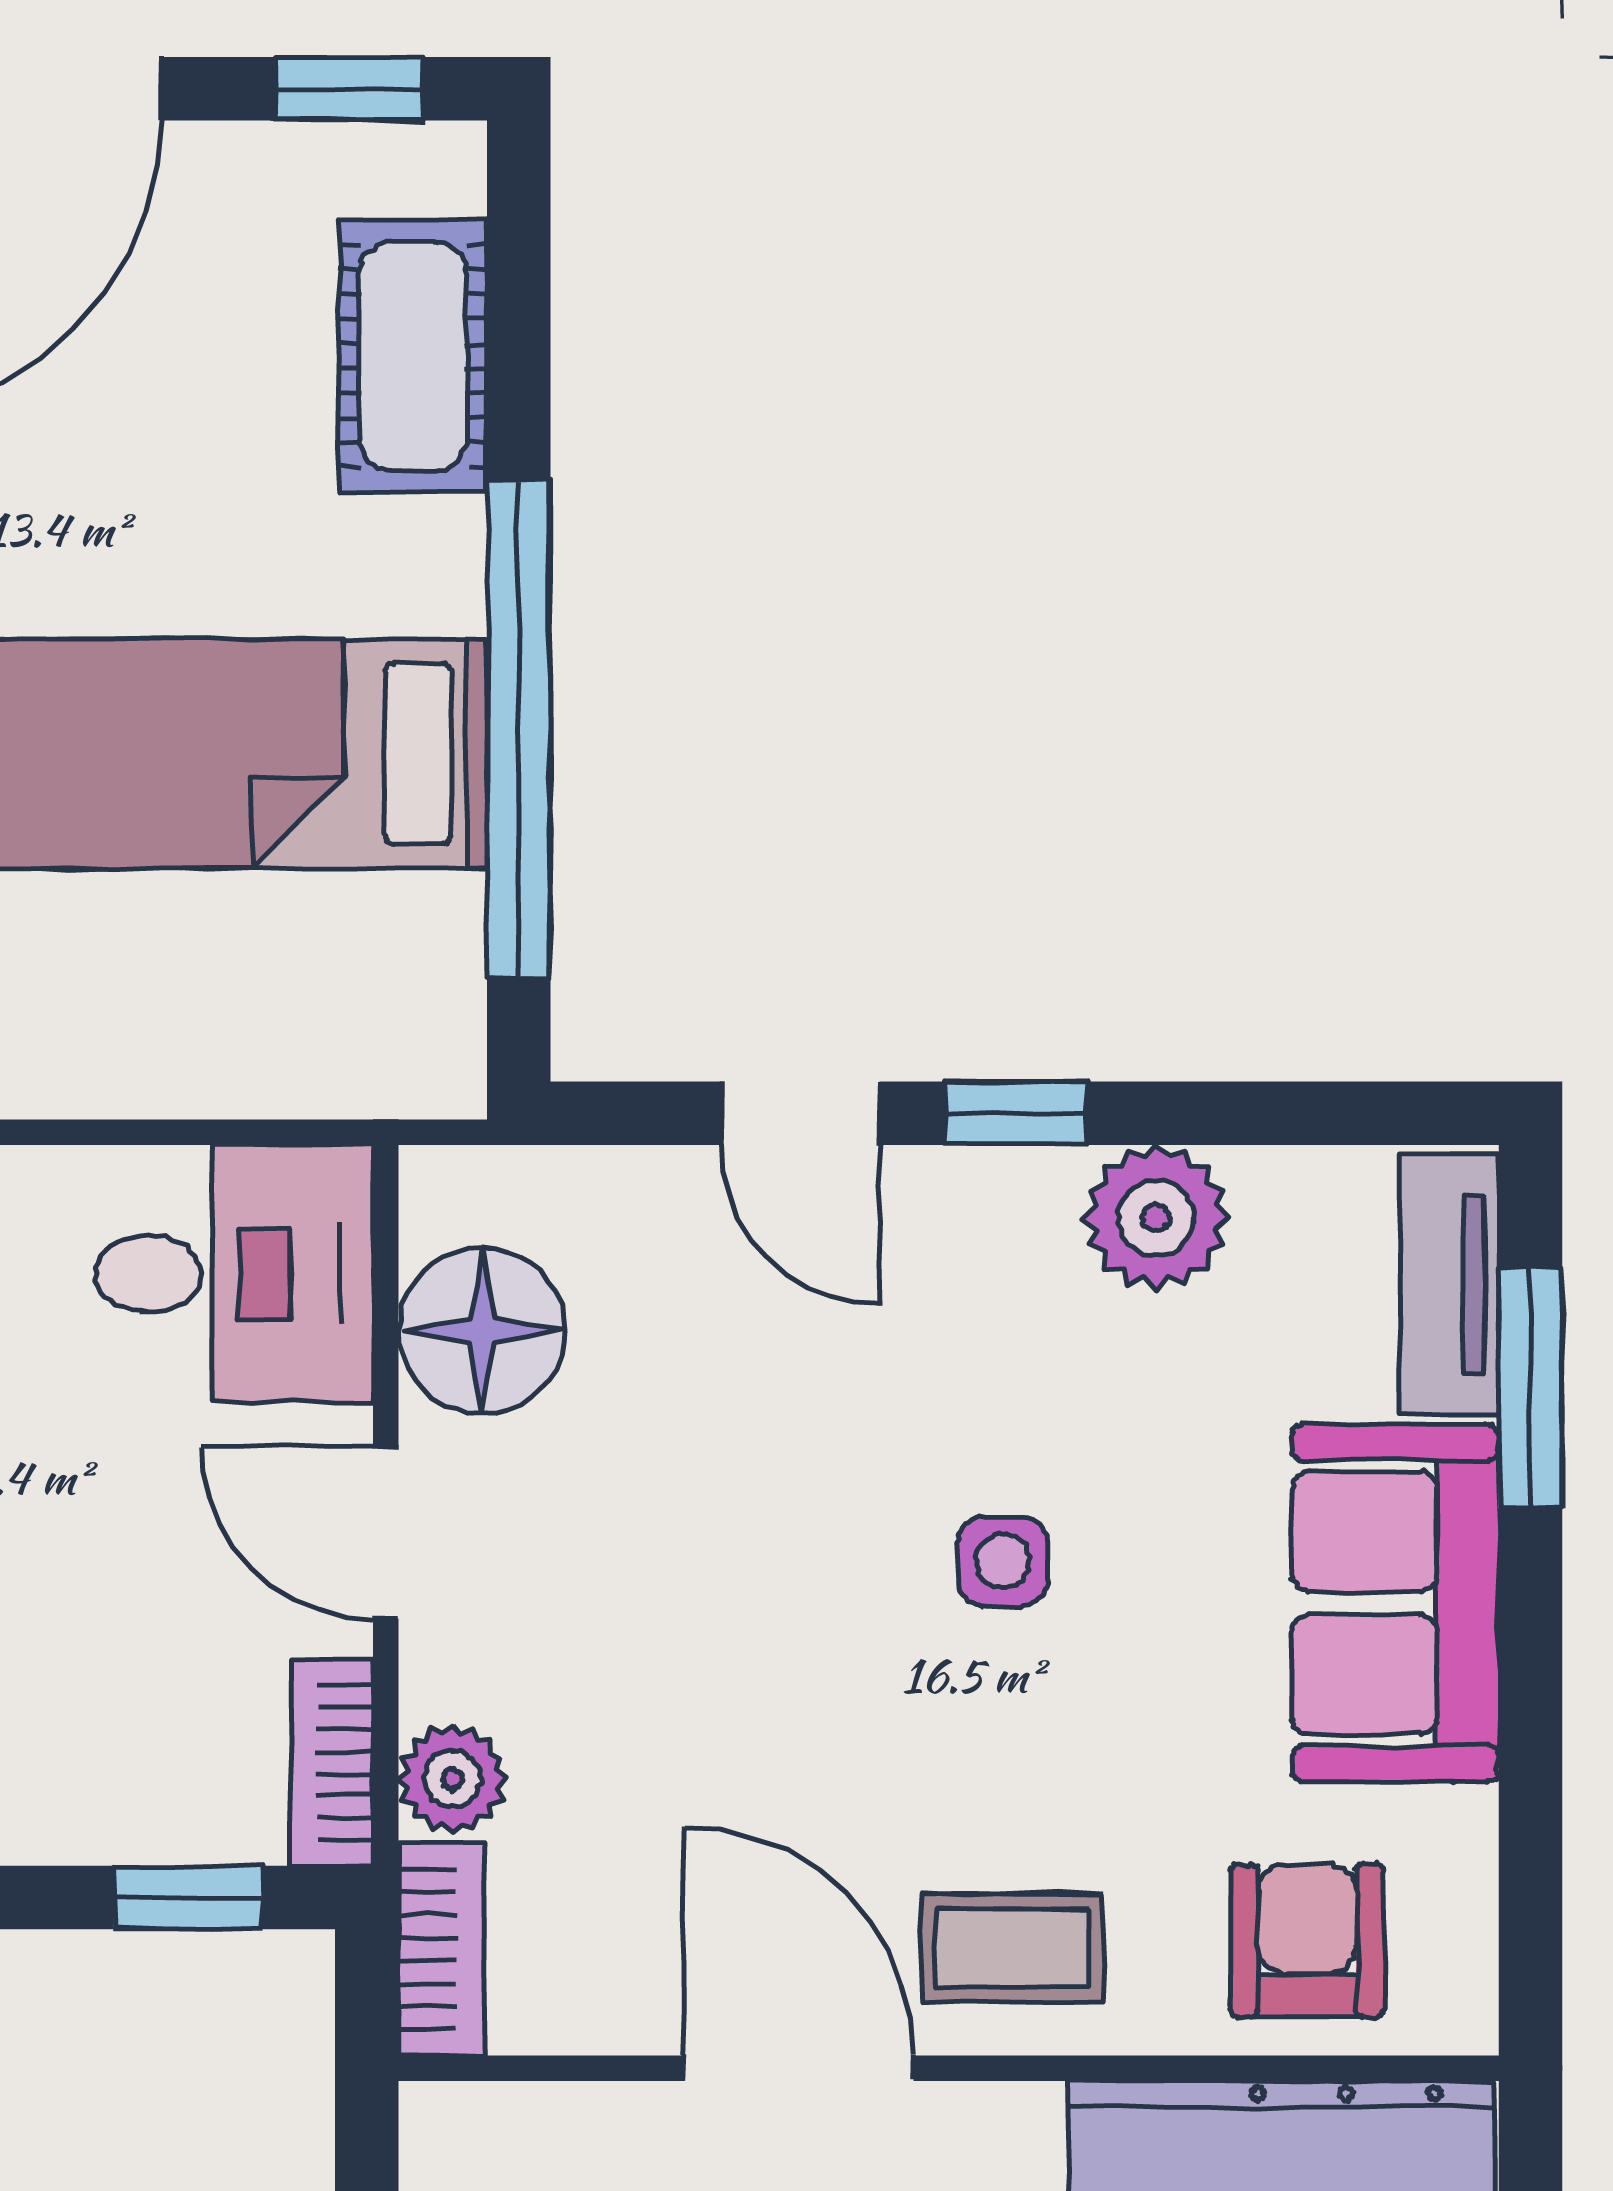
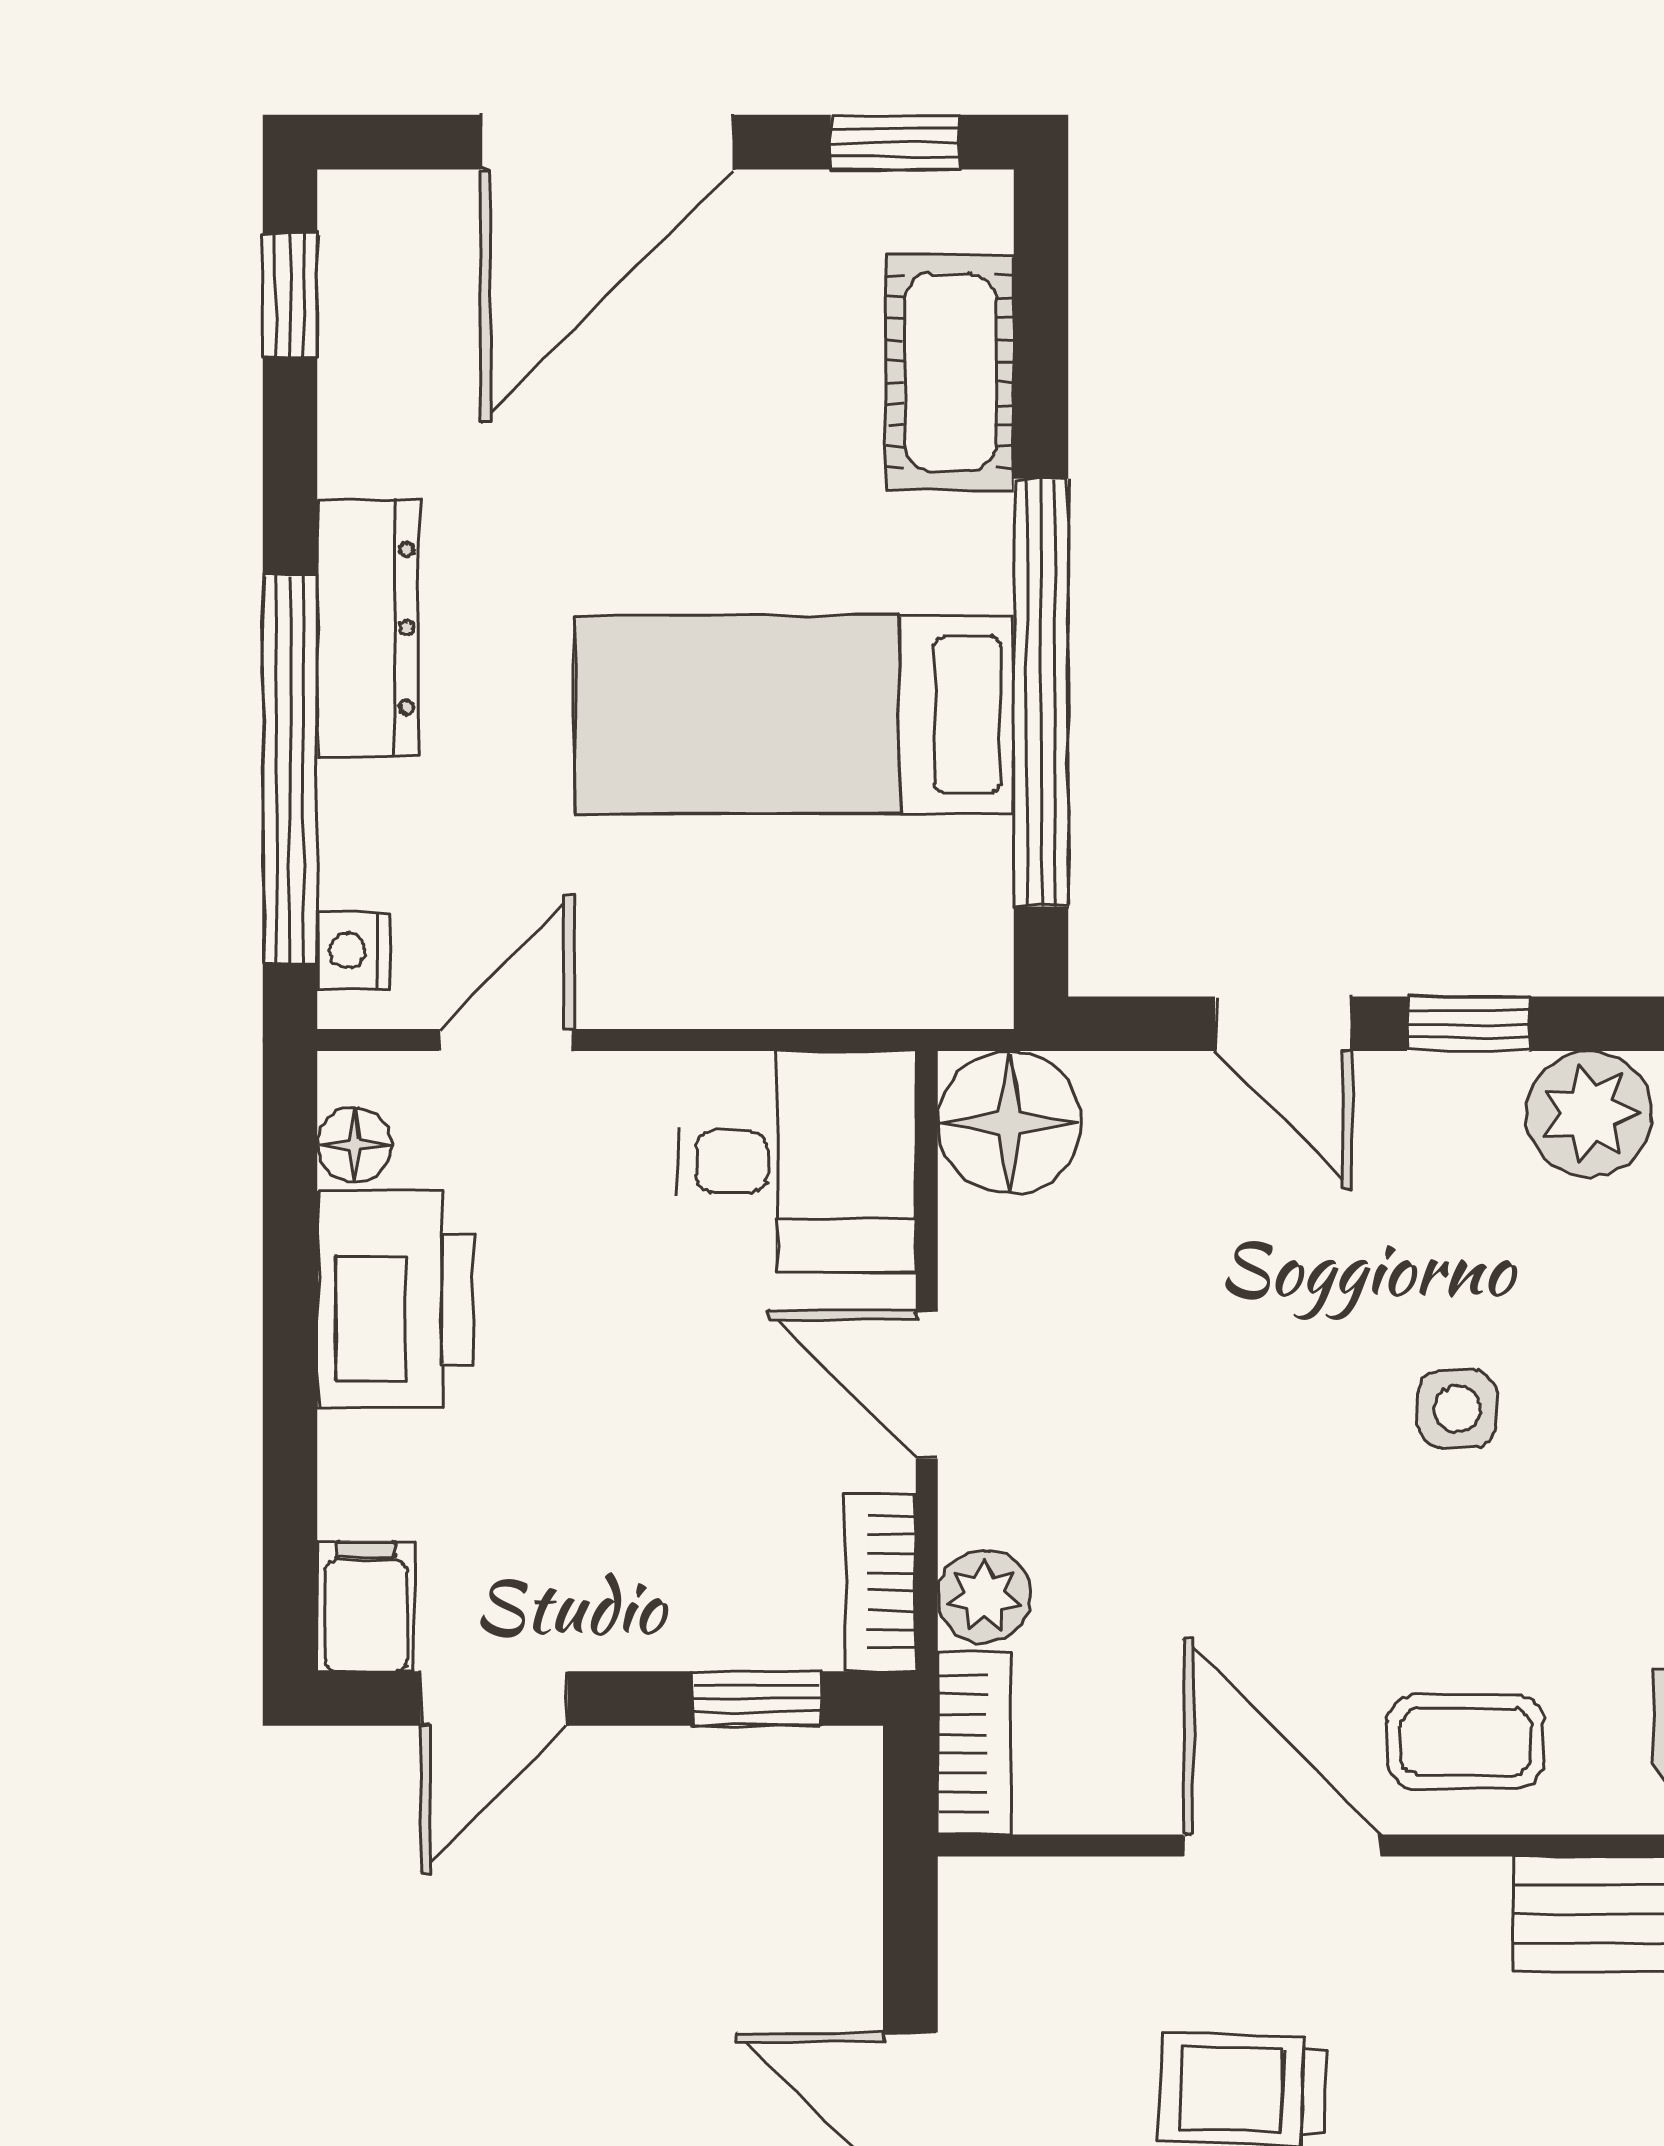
floor lamp: (482, 1331) -> (1009, 1123), moved

